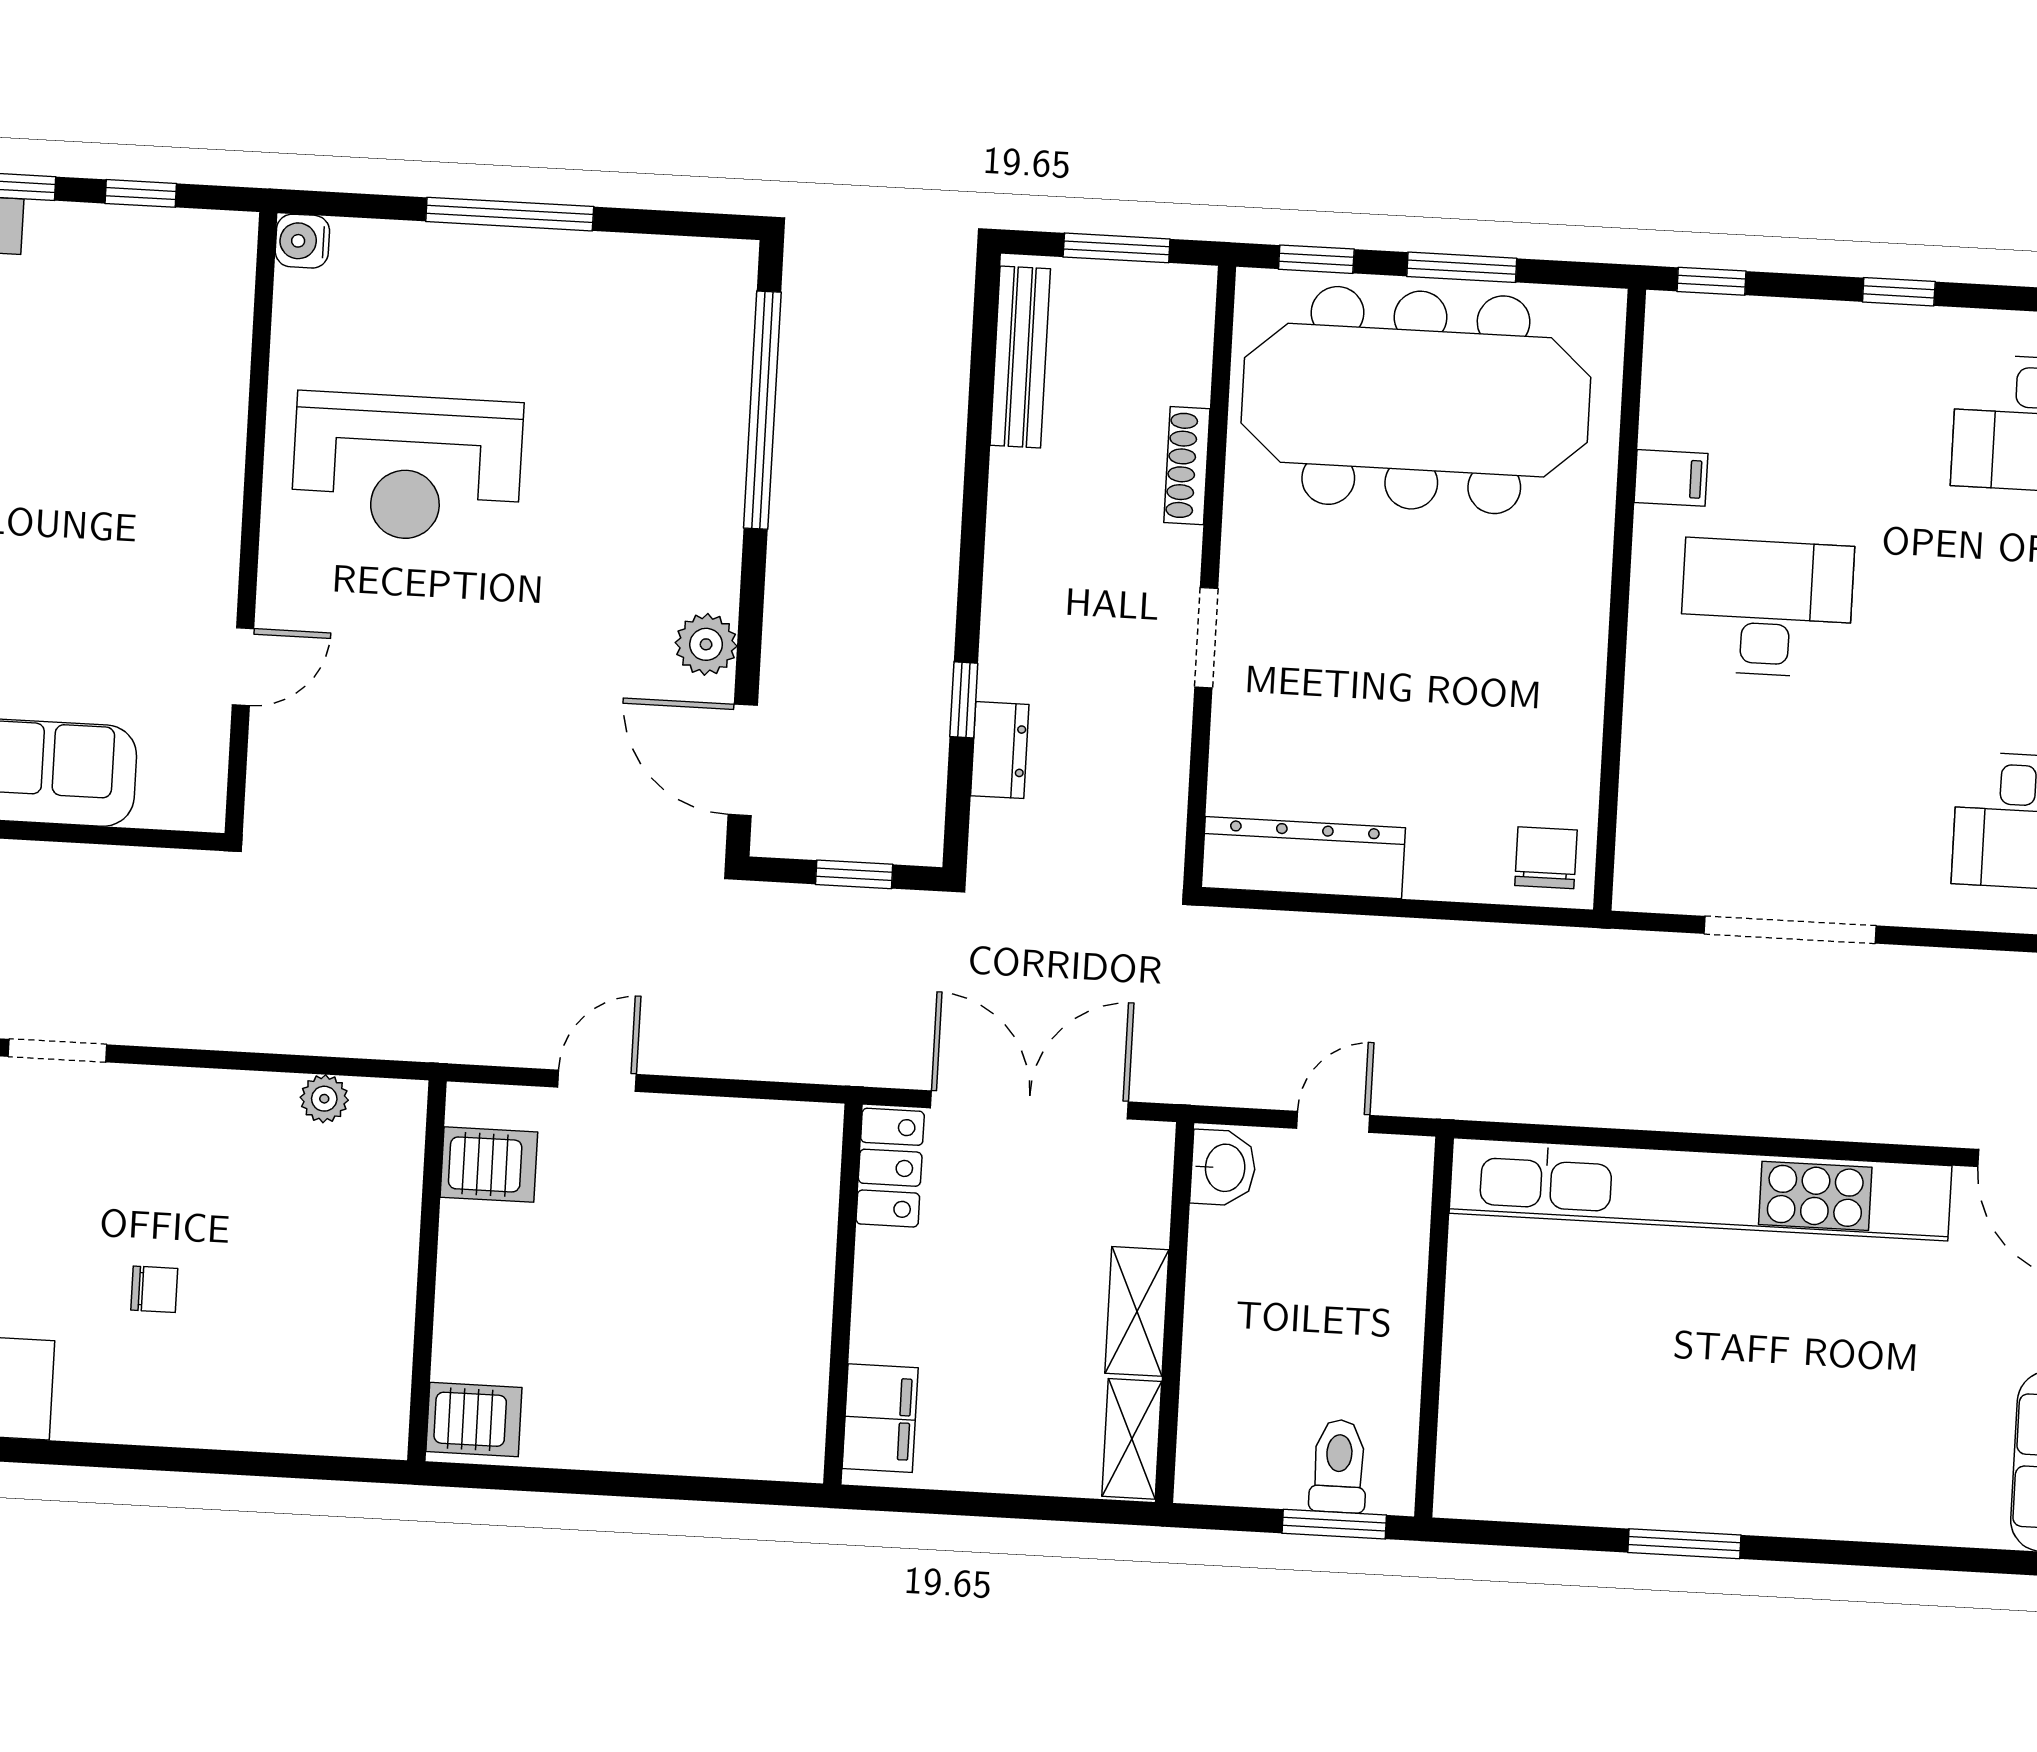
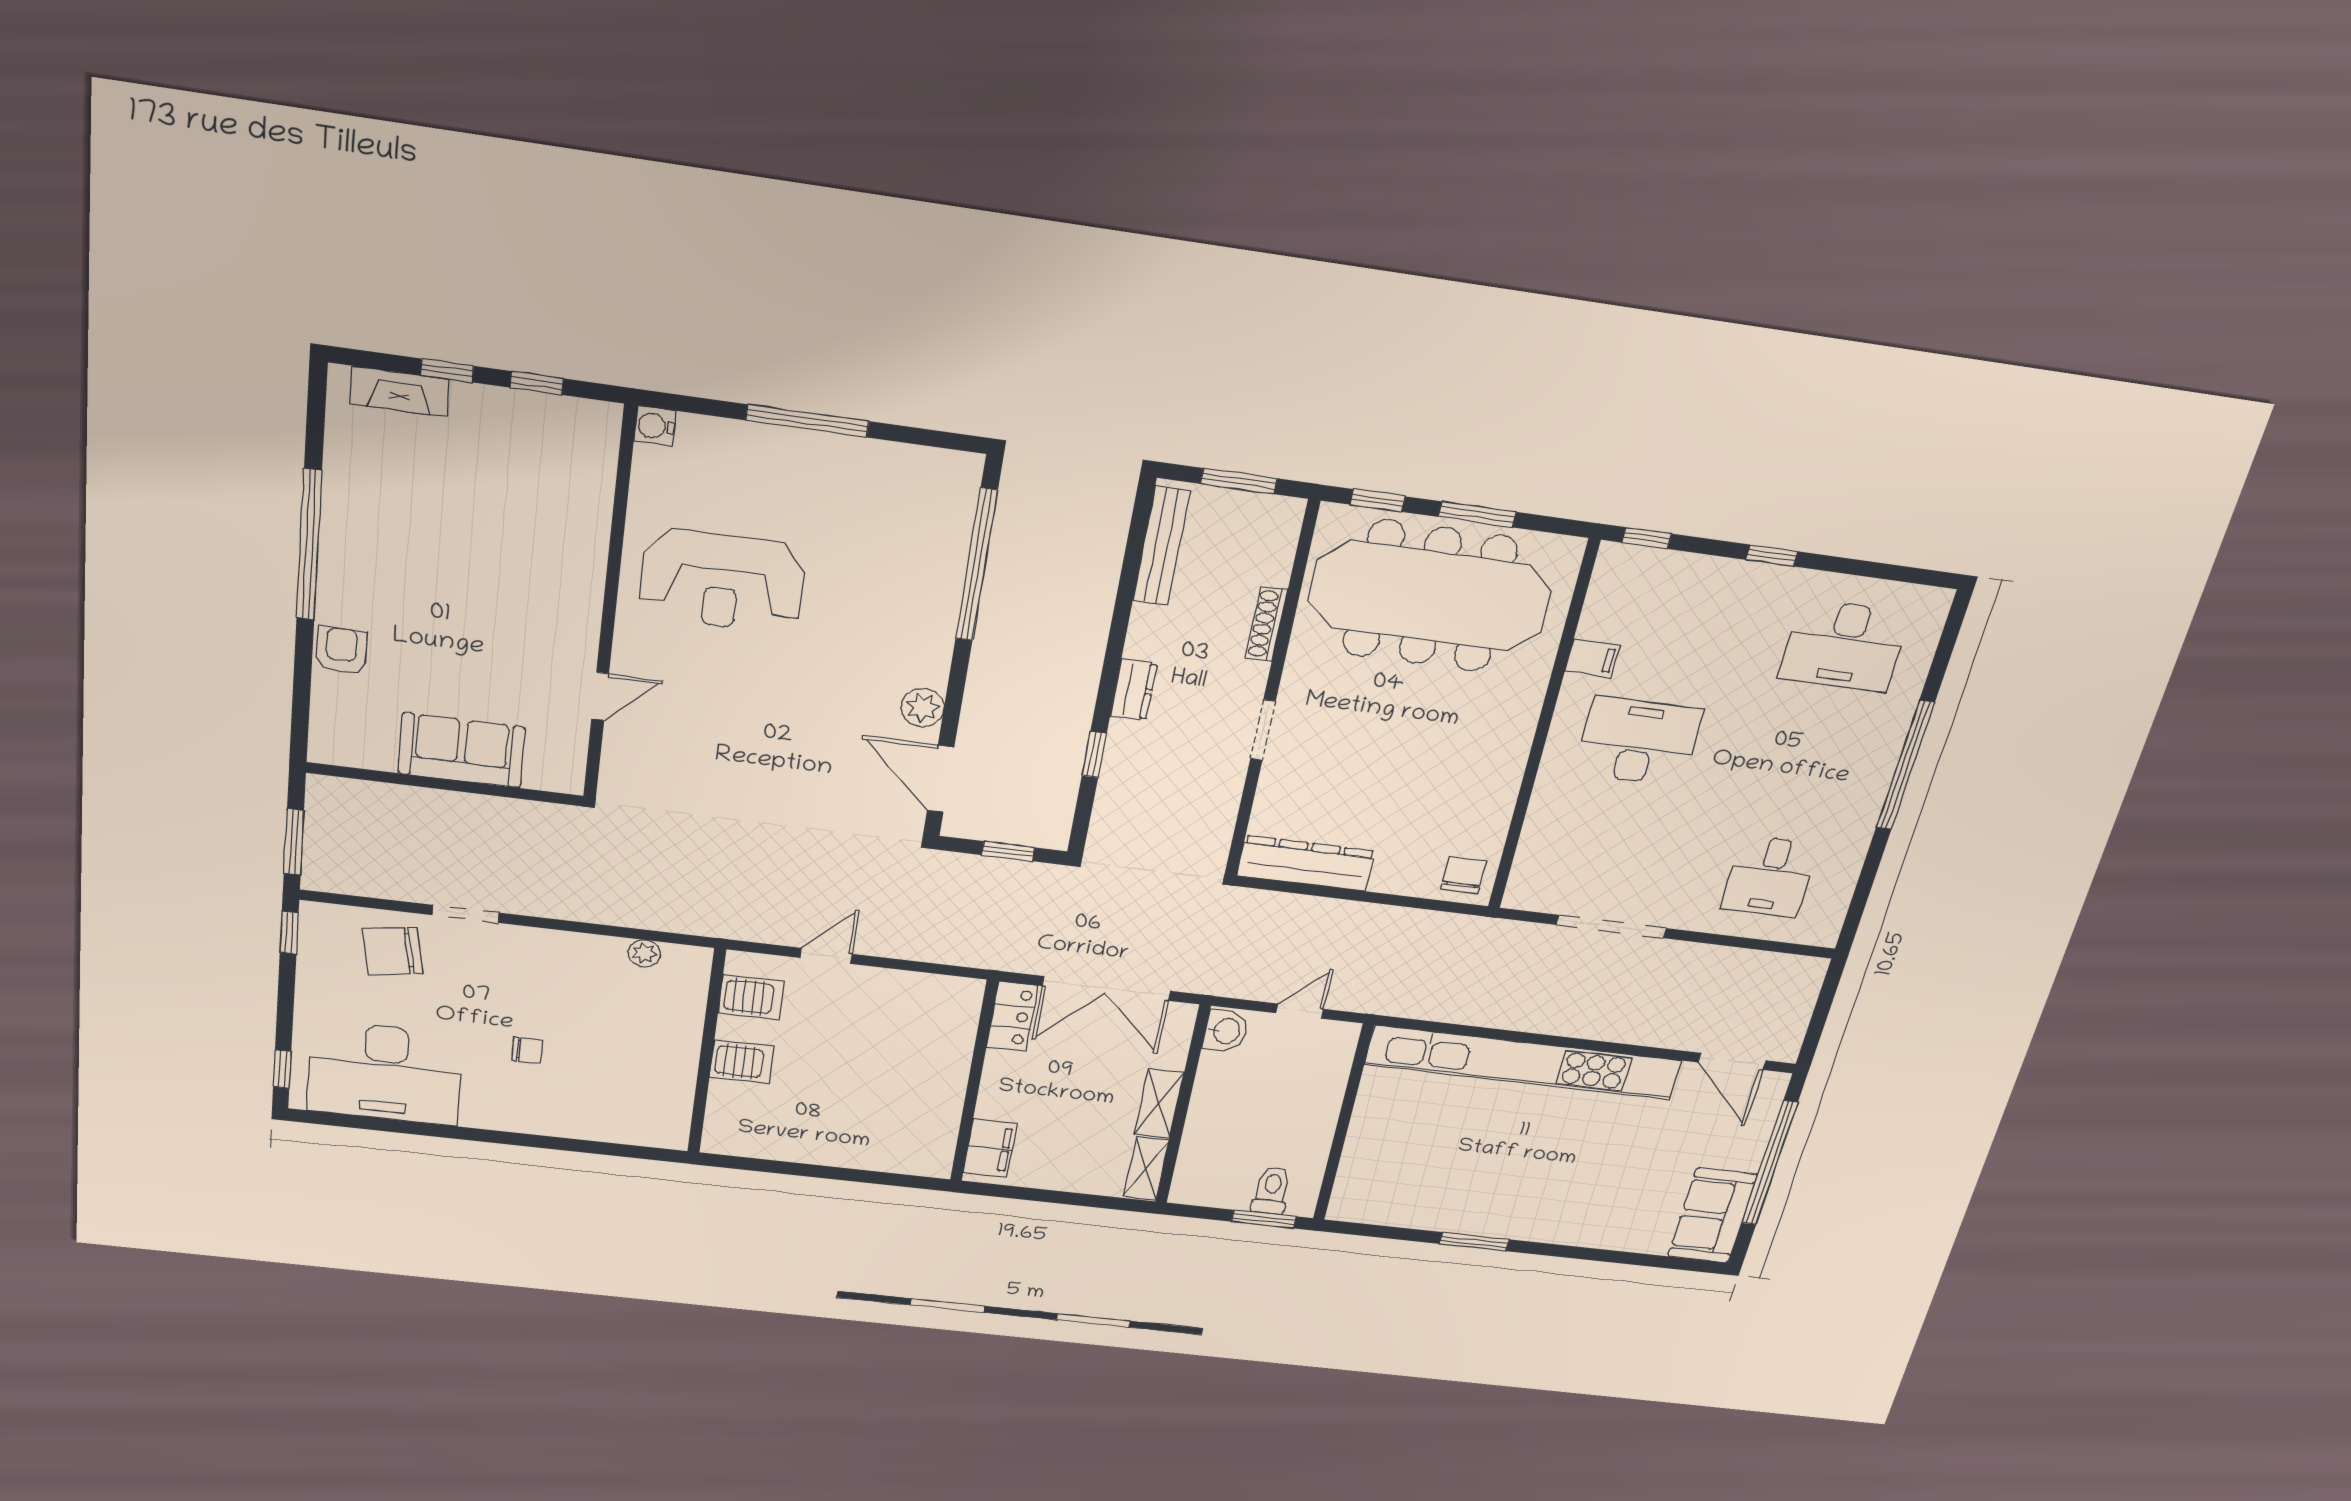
dresser: (1000, 750) -> (1134, 690), moved
double door: (1029, 1105) -> (1107, 989), swing flipped
server rack: (474, 1419) -> (742, 1062), moved

